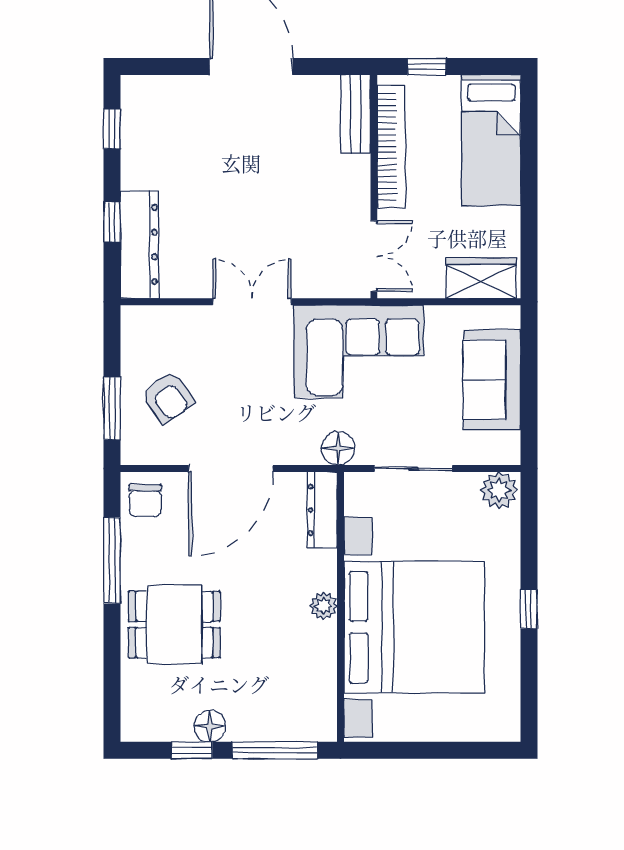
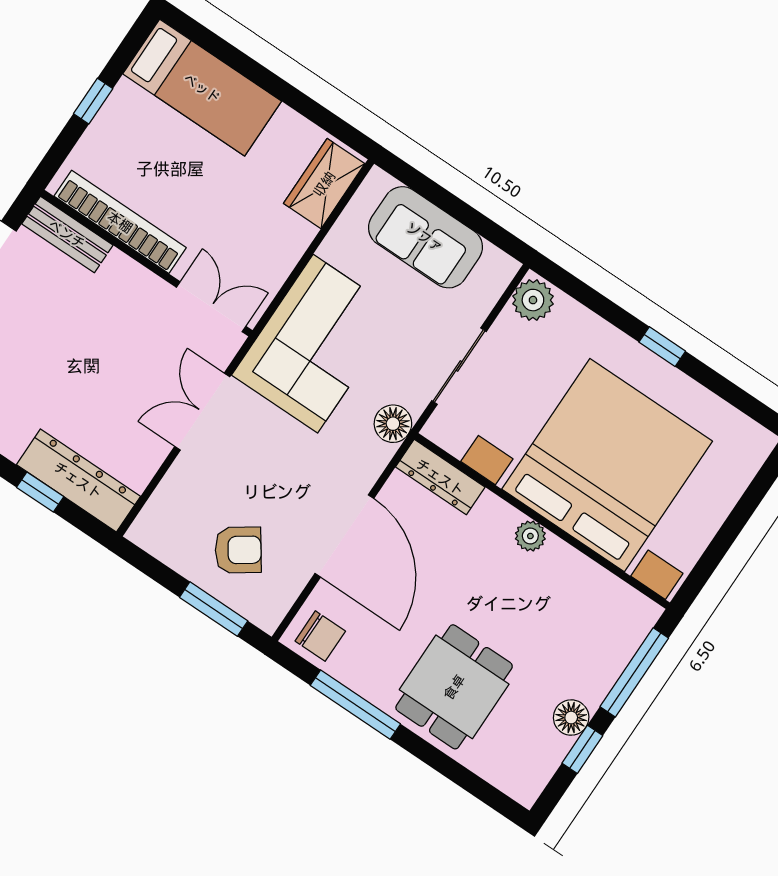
bench: (356, 114) -> (67, 234), moved
bookcase: (391, 147) -> (120, 222), moved
wall: (374, 187) -> (146, 263), moved
double door: (374, 256) -> (211, 307), moved

